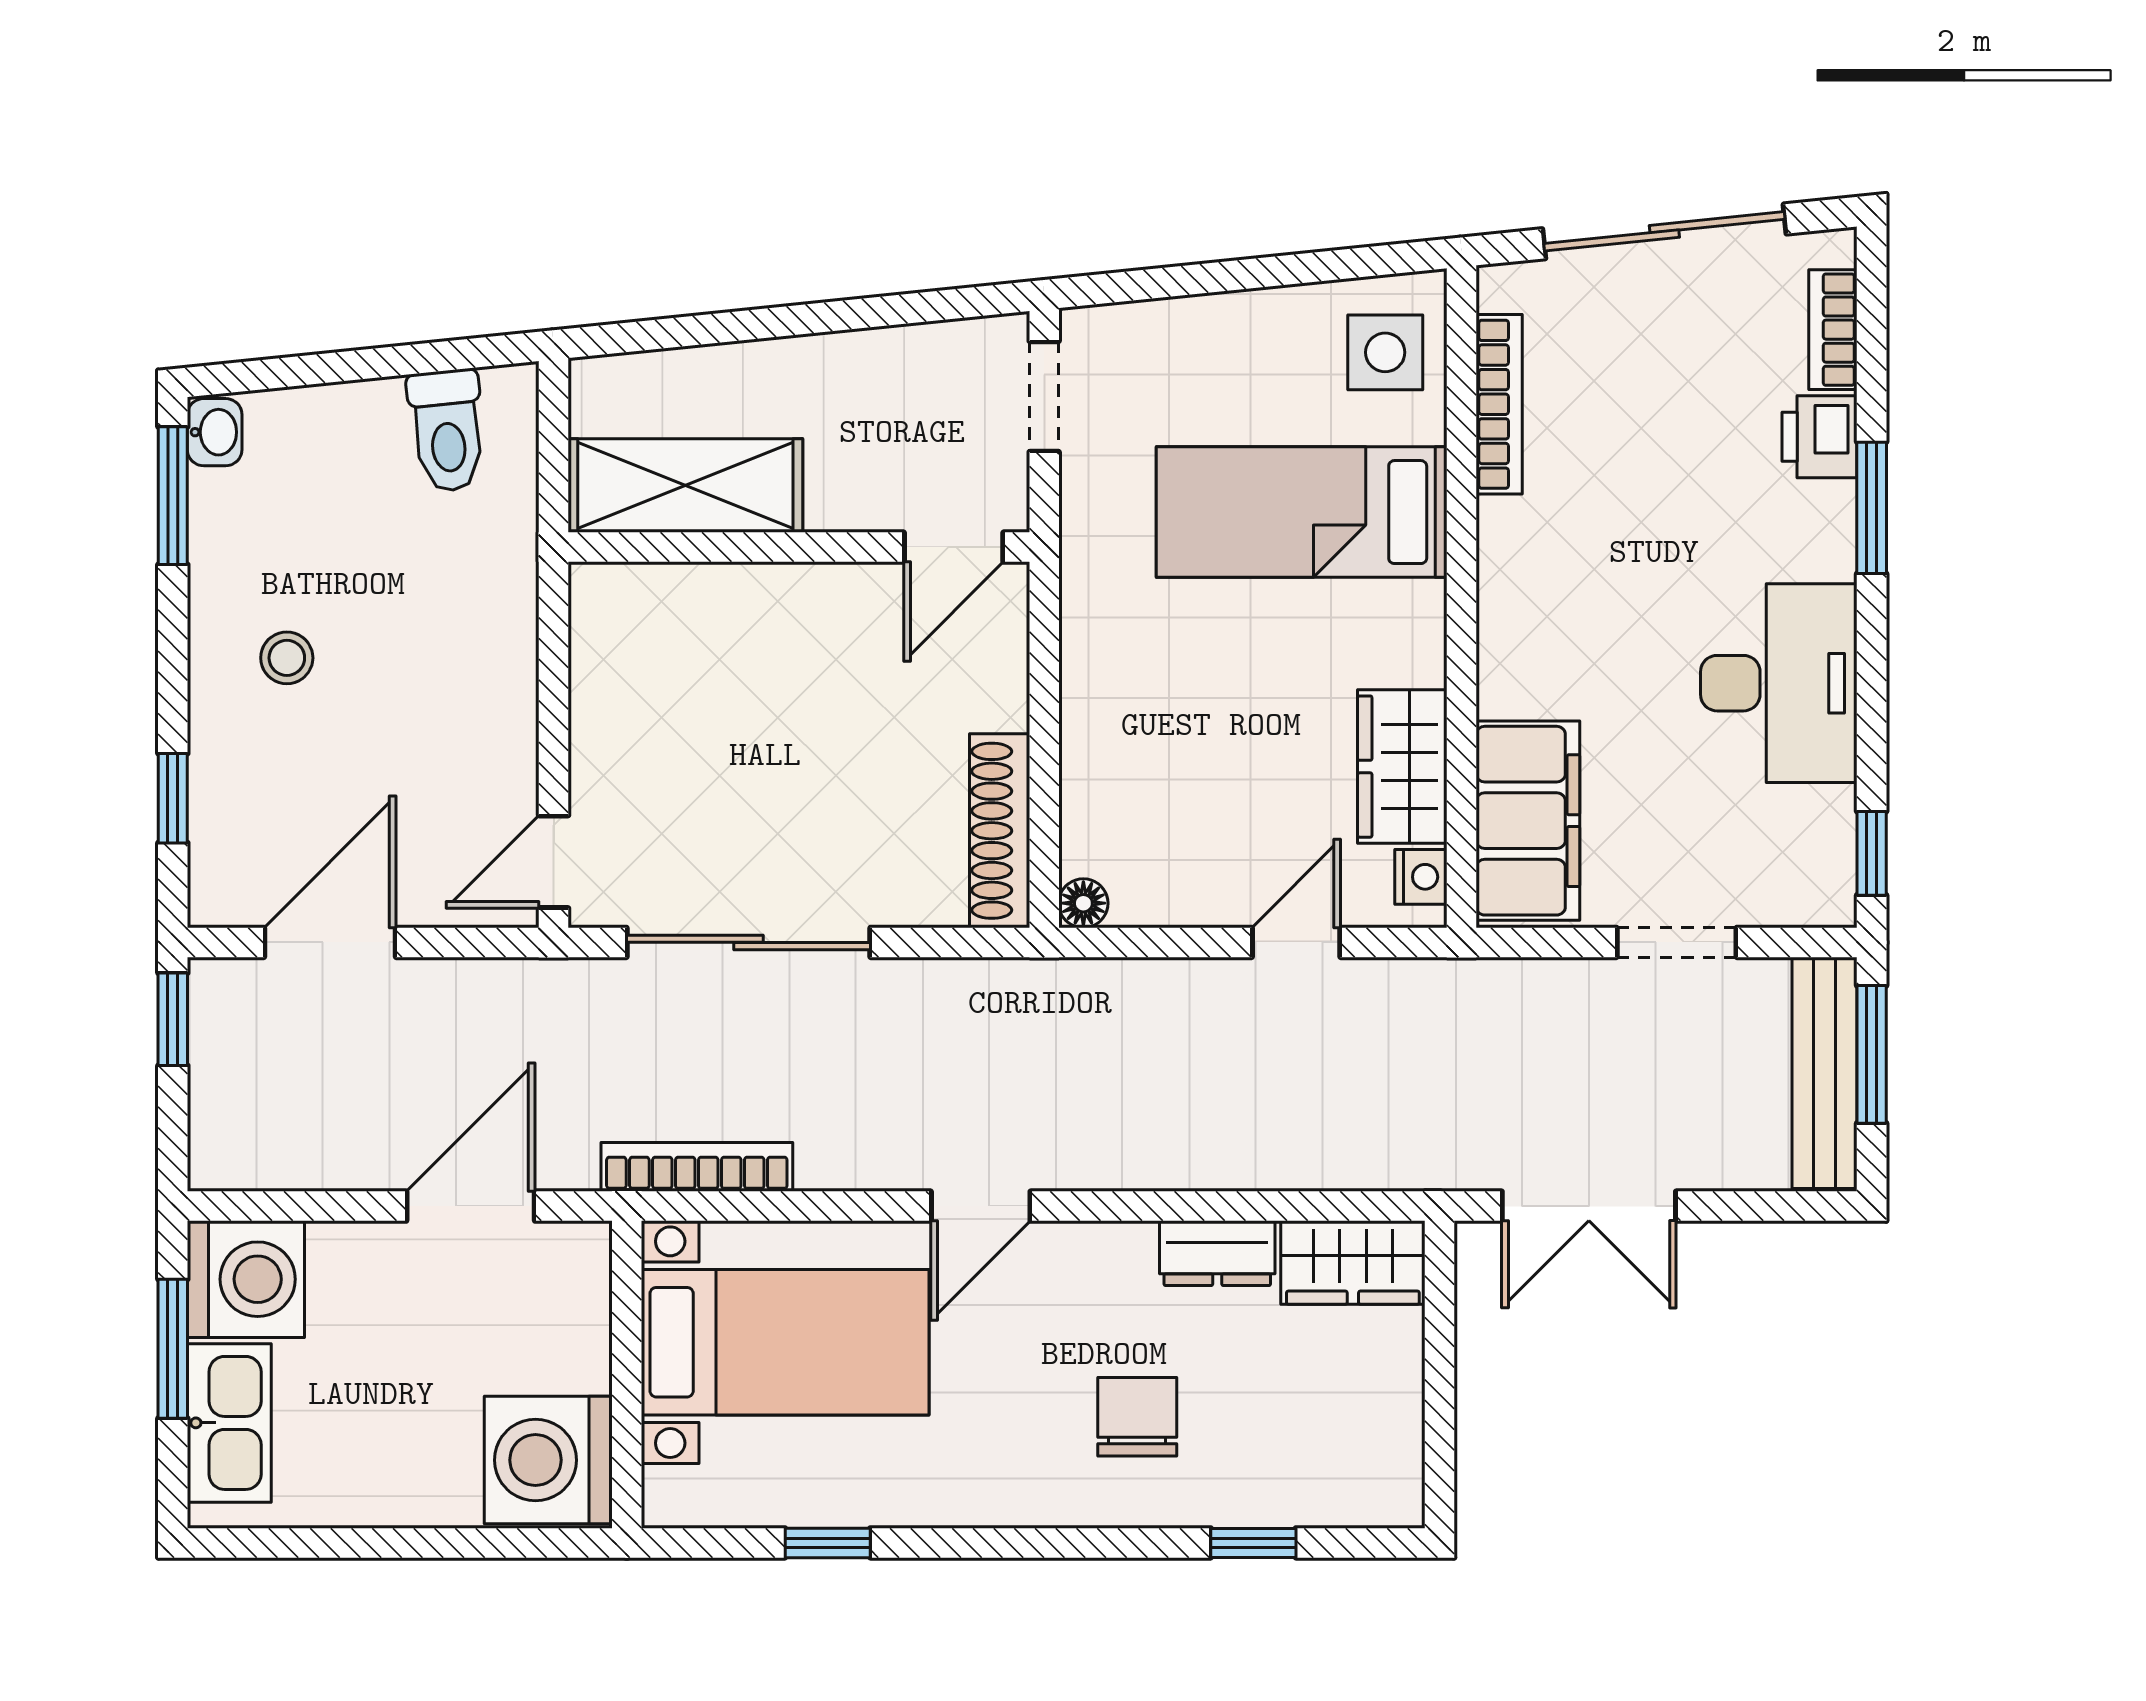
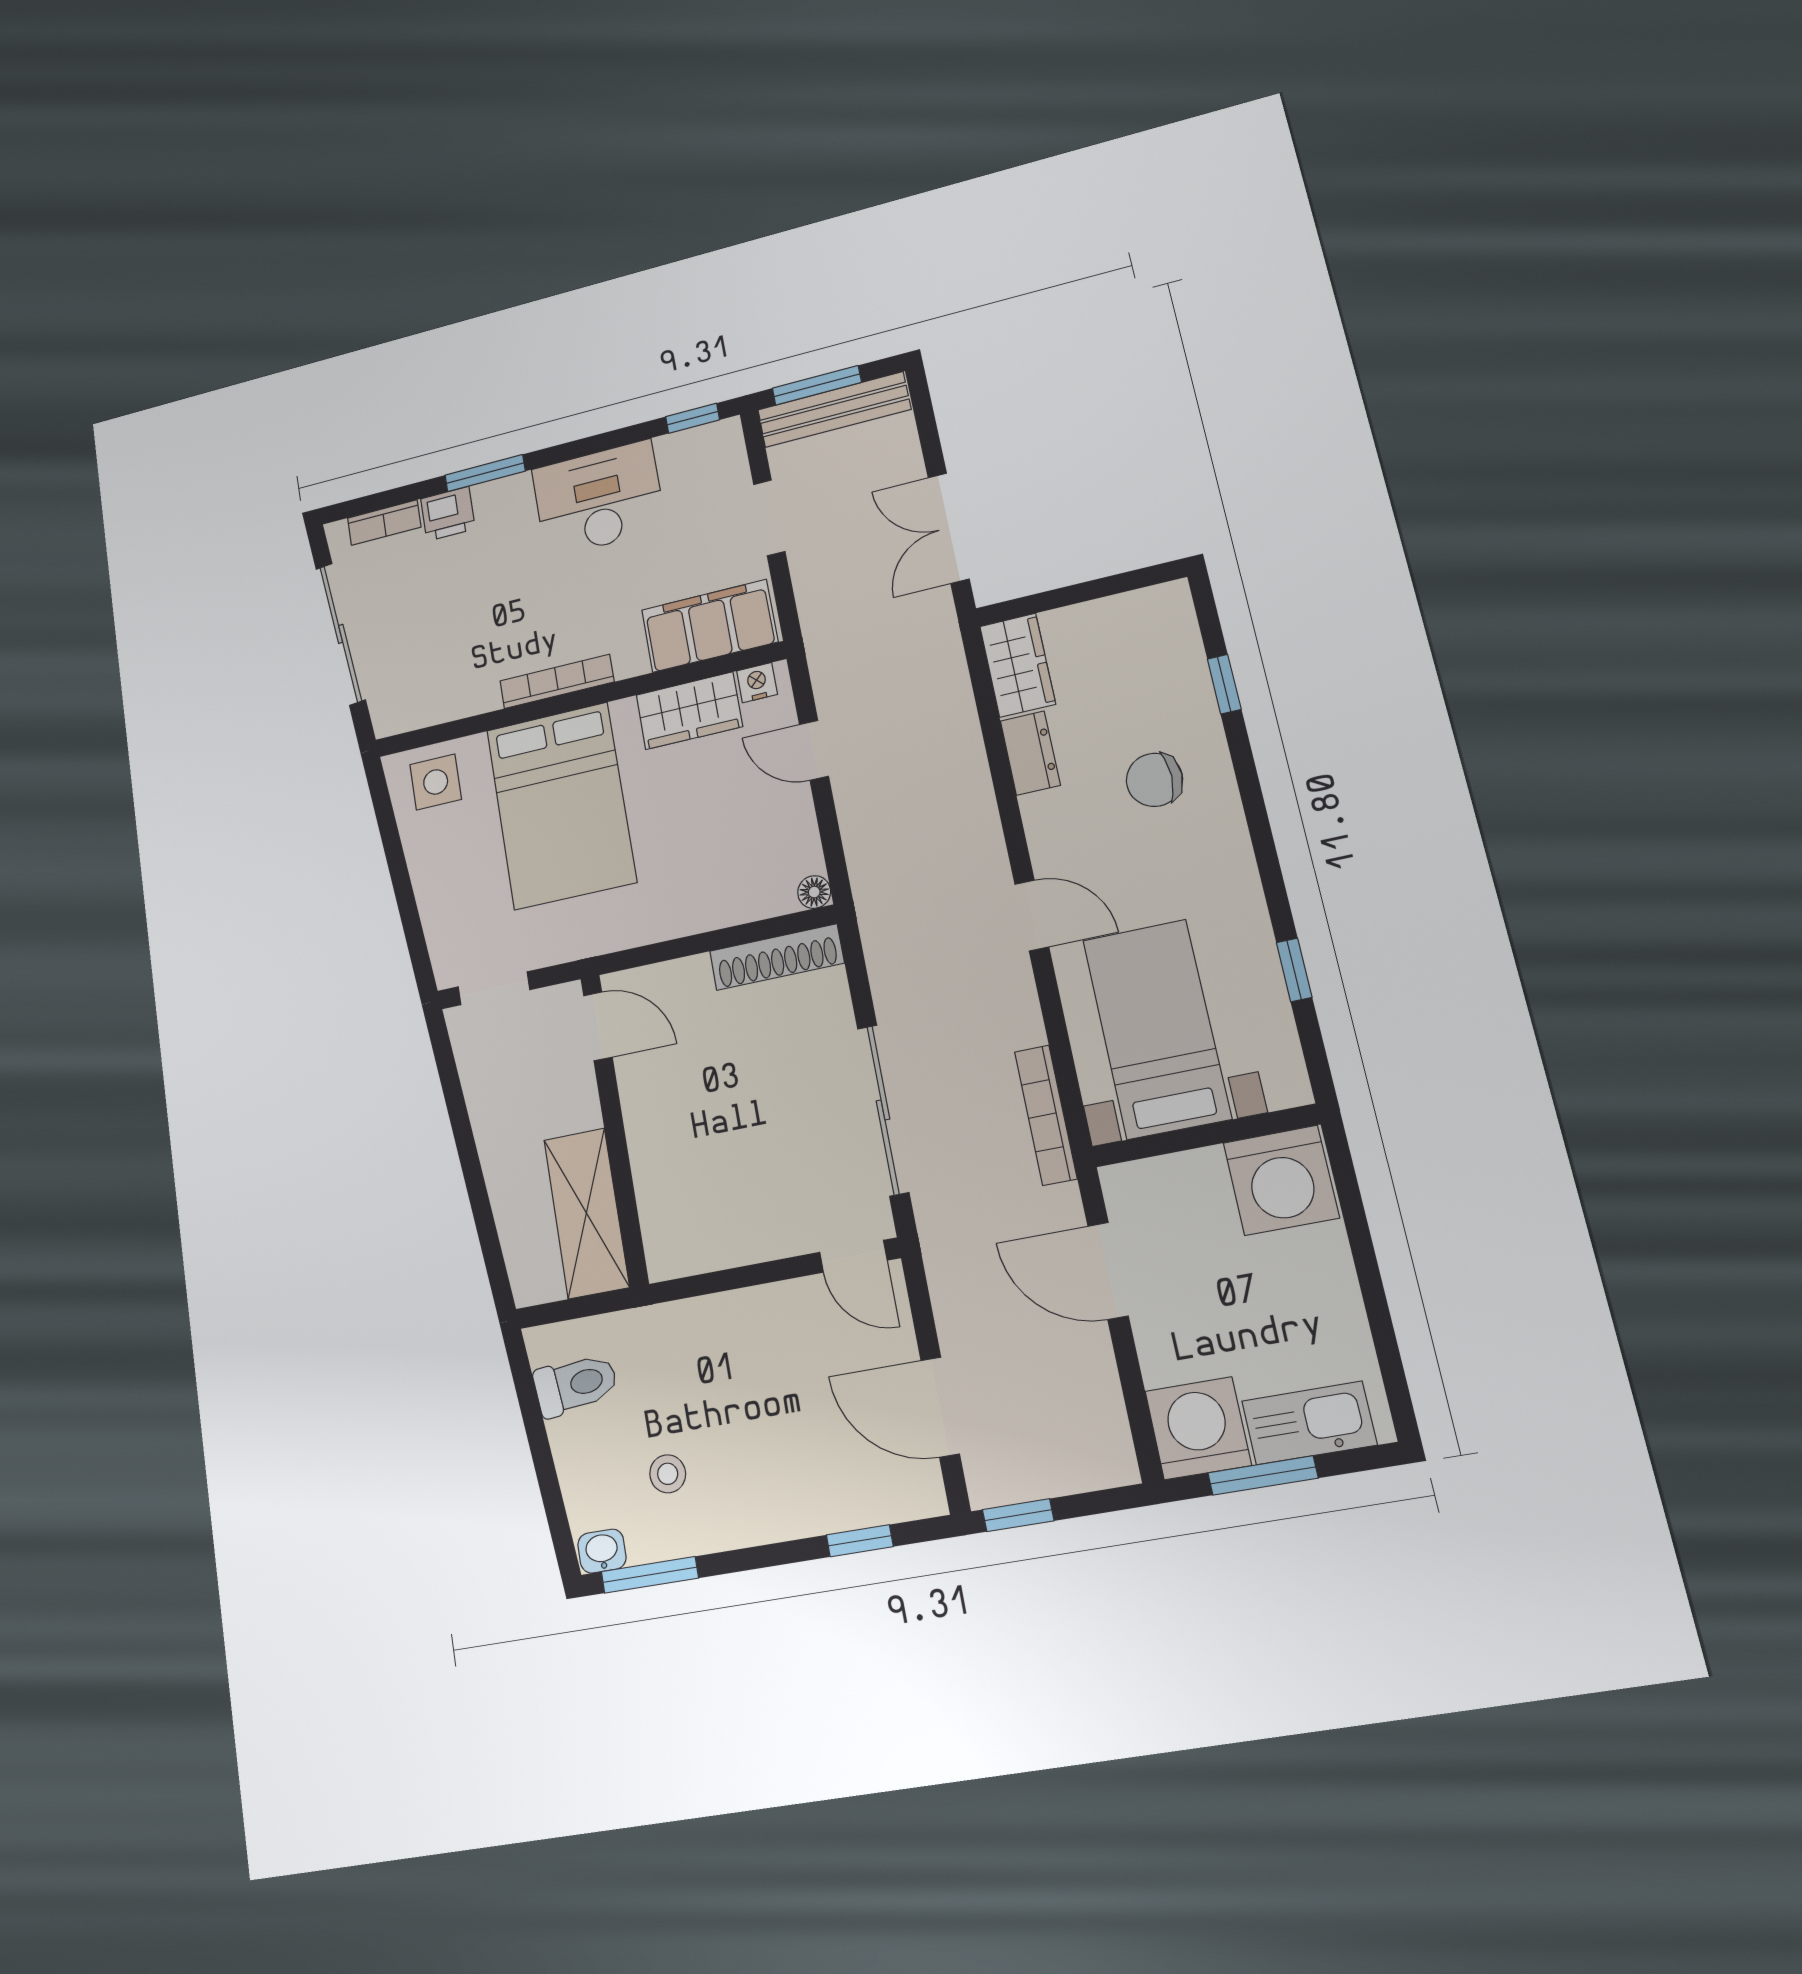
bookcase: (1499, 404) -> (557, 681), moved
bed: (1302, 512) -> (561, 805), width x1.50
stool: (287, 658) -> (668, 1474), moved
double door: (1589, 1206) -> (949, 528), swing flipped

